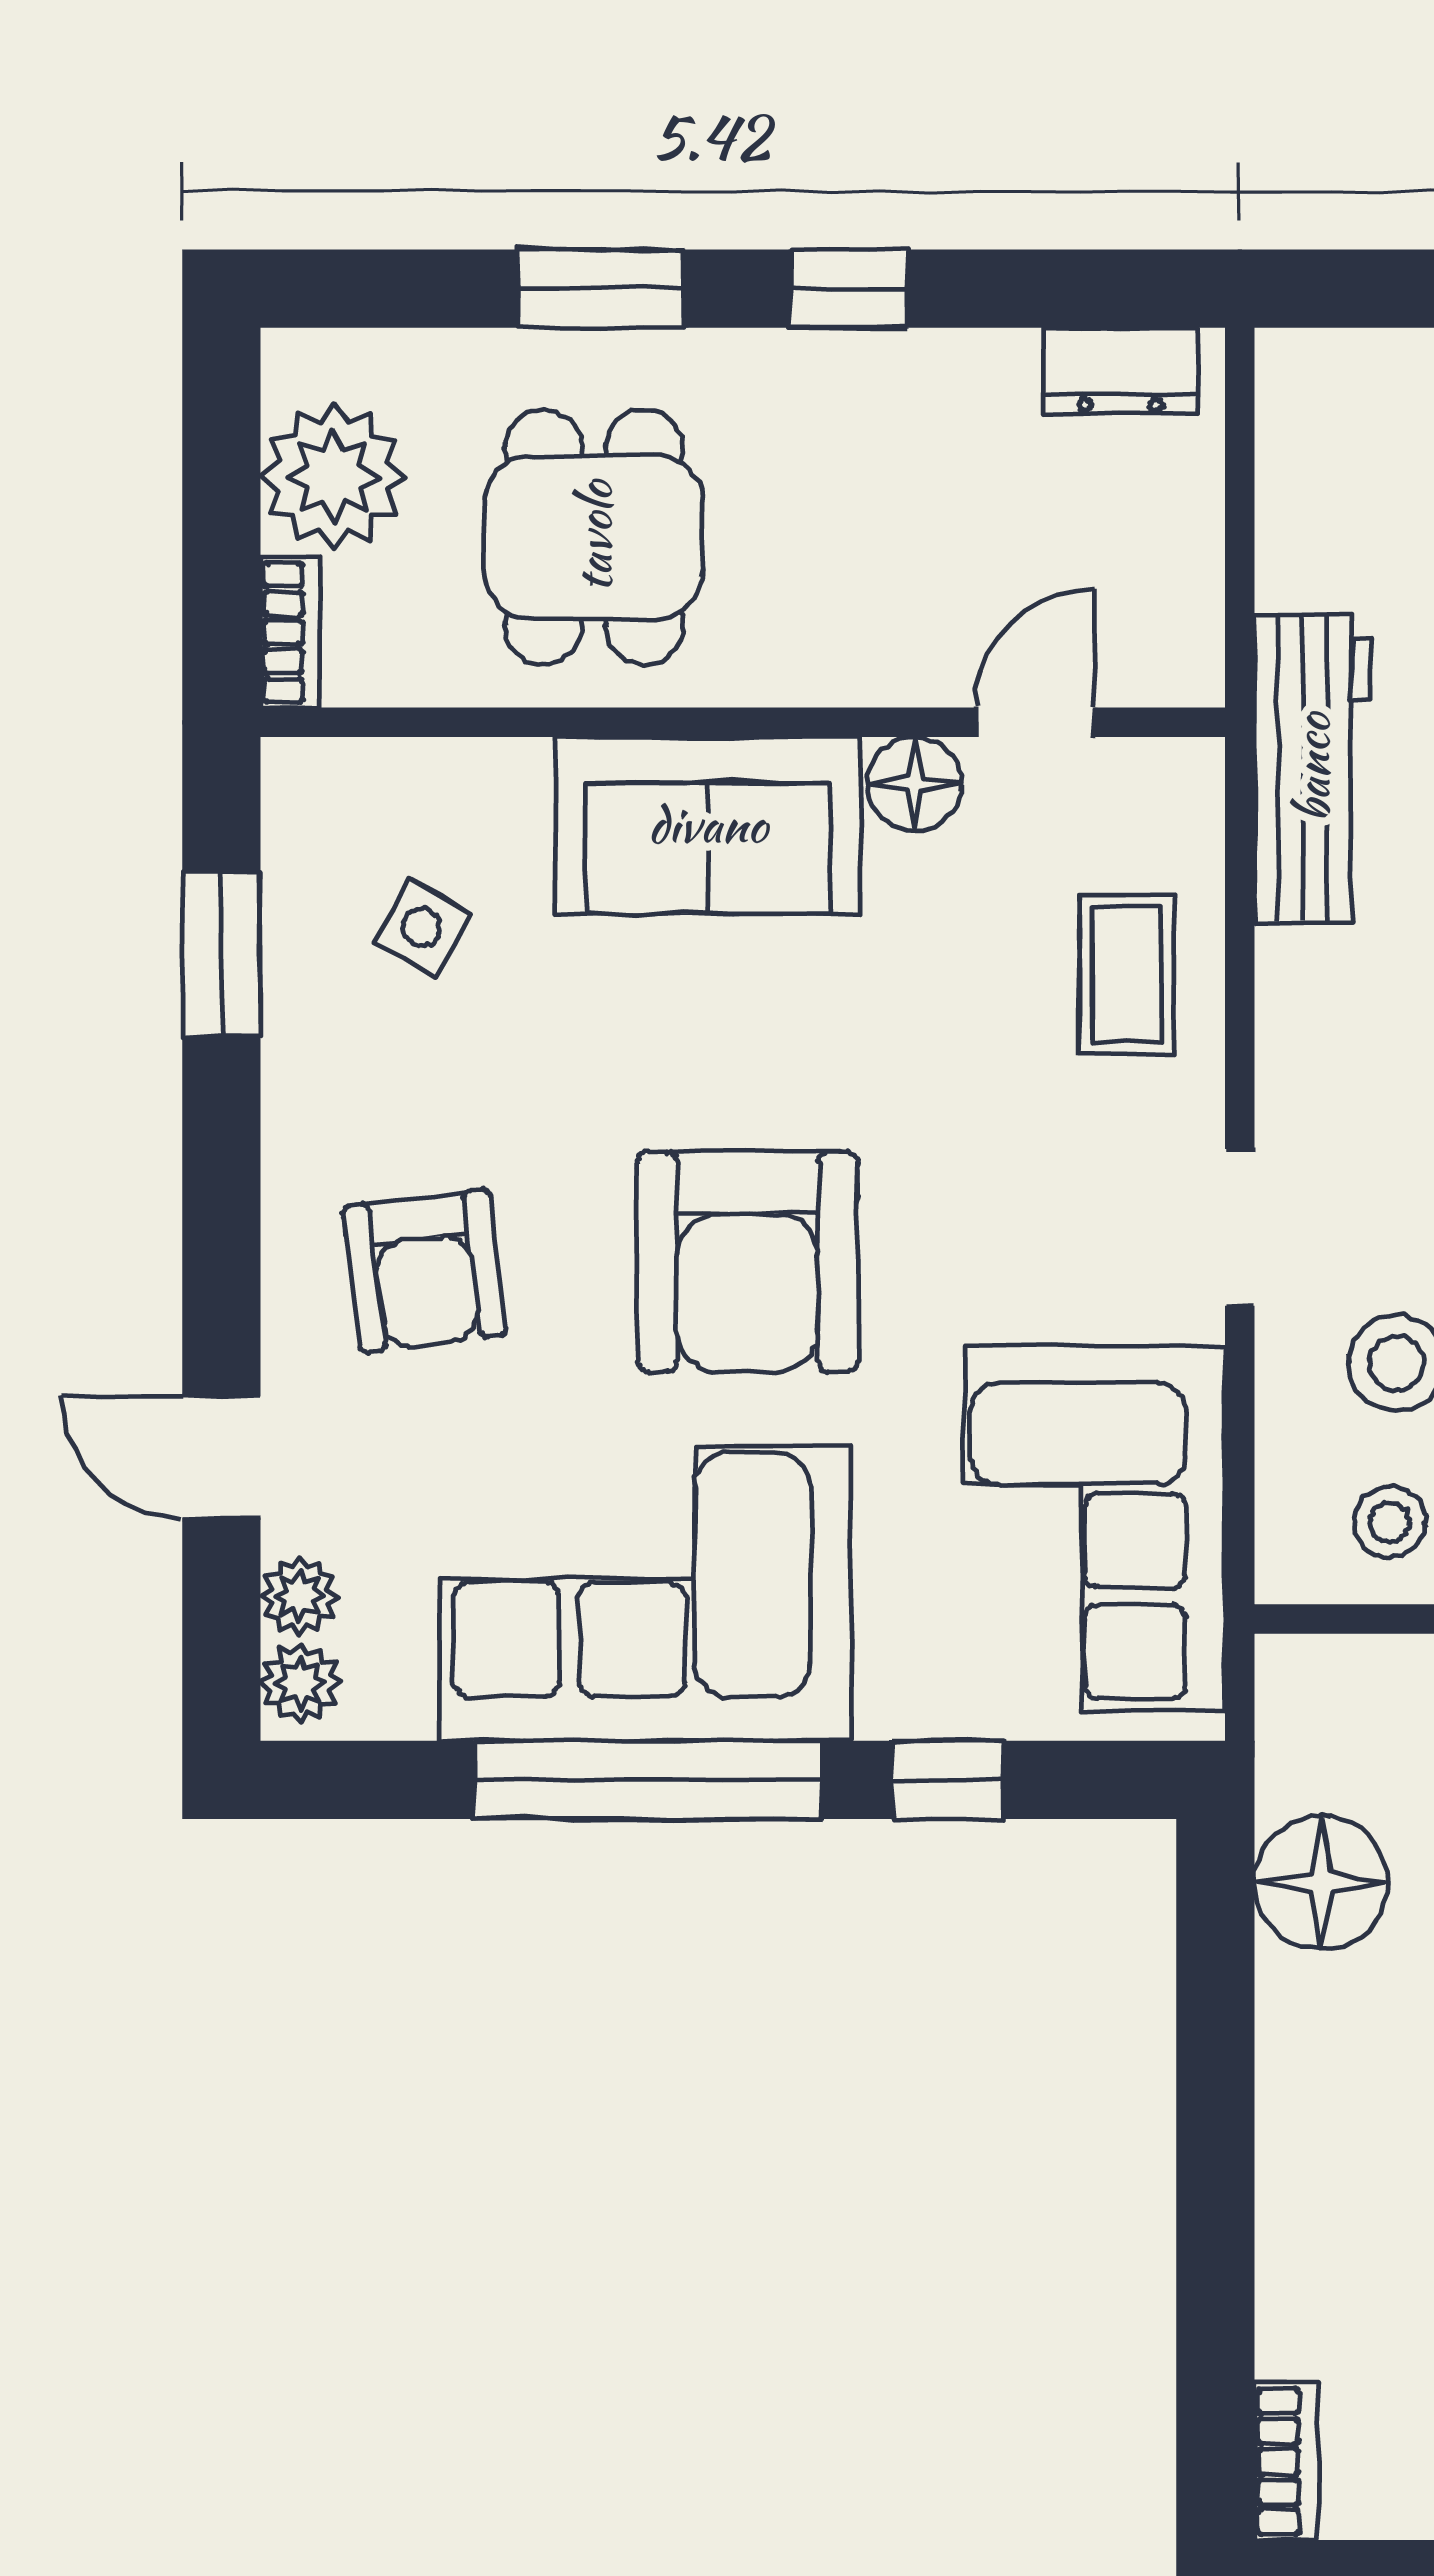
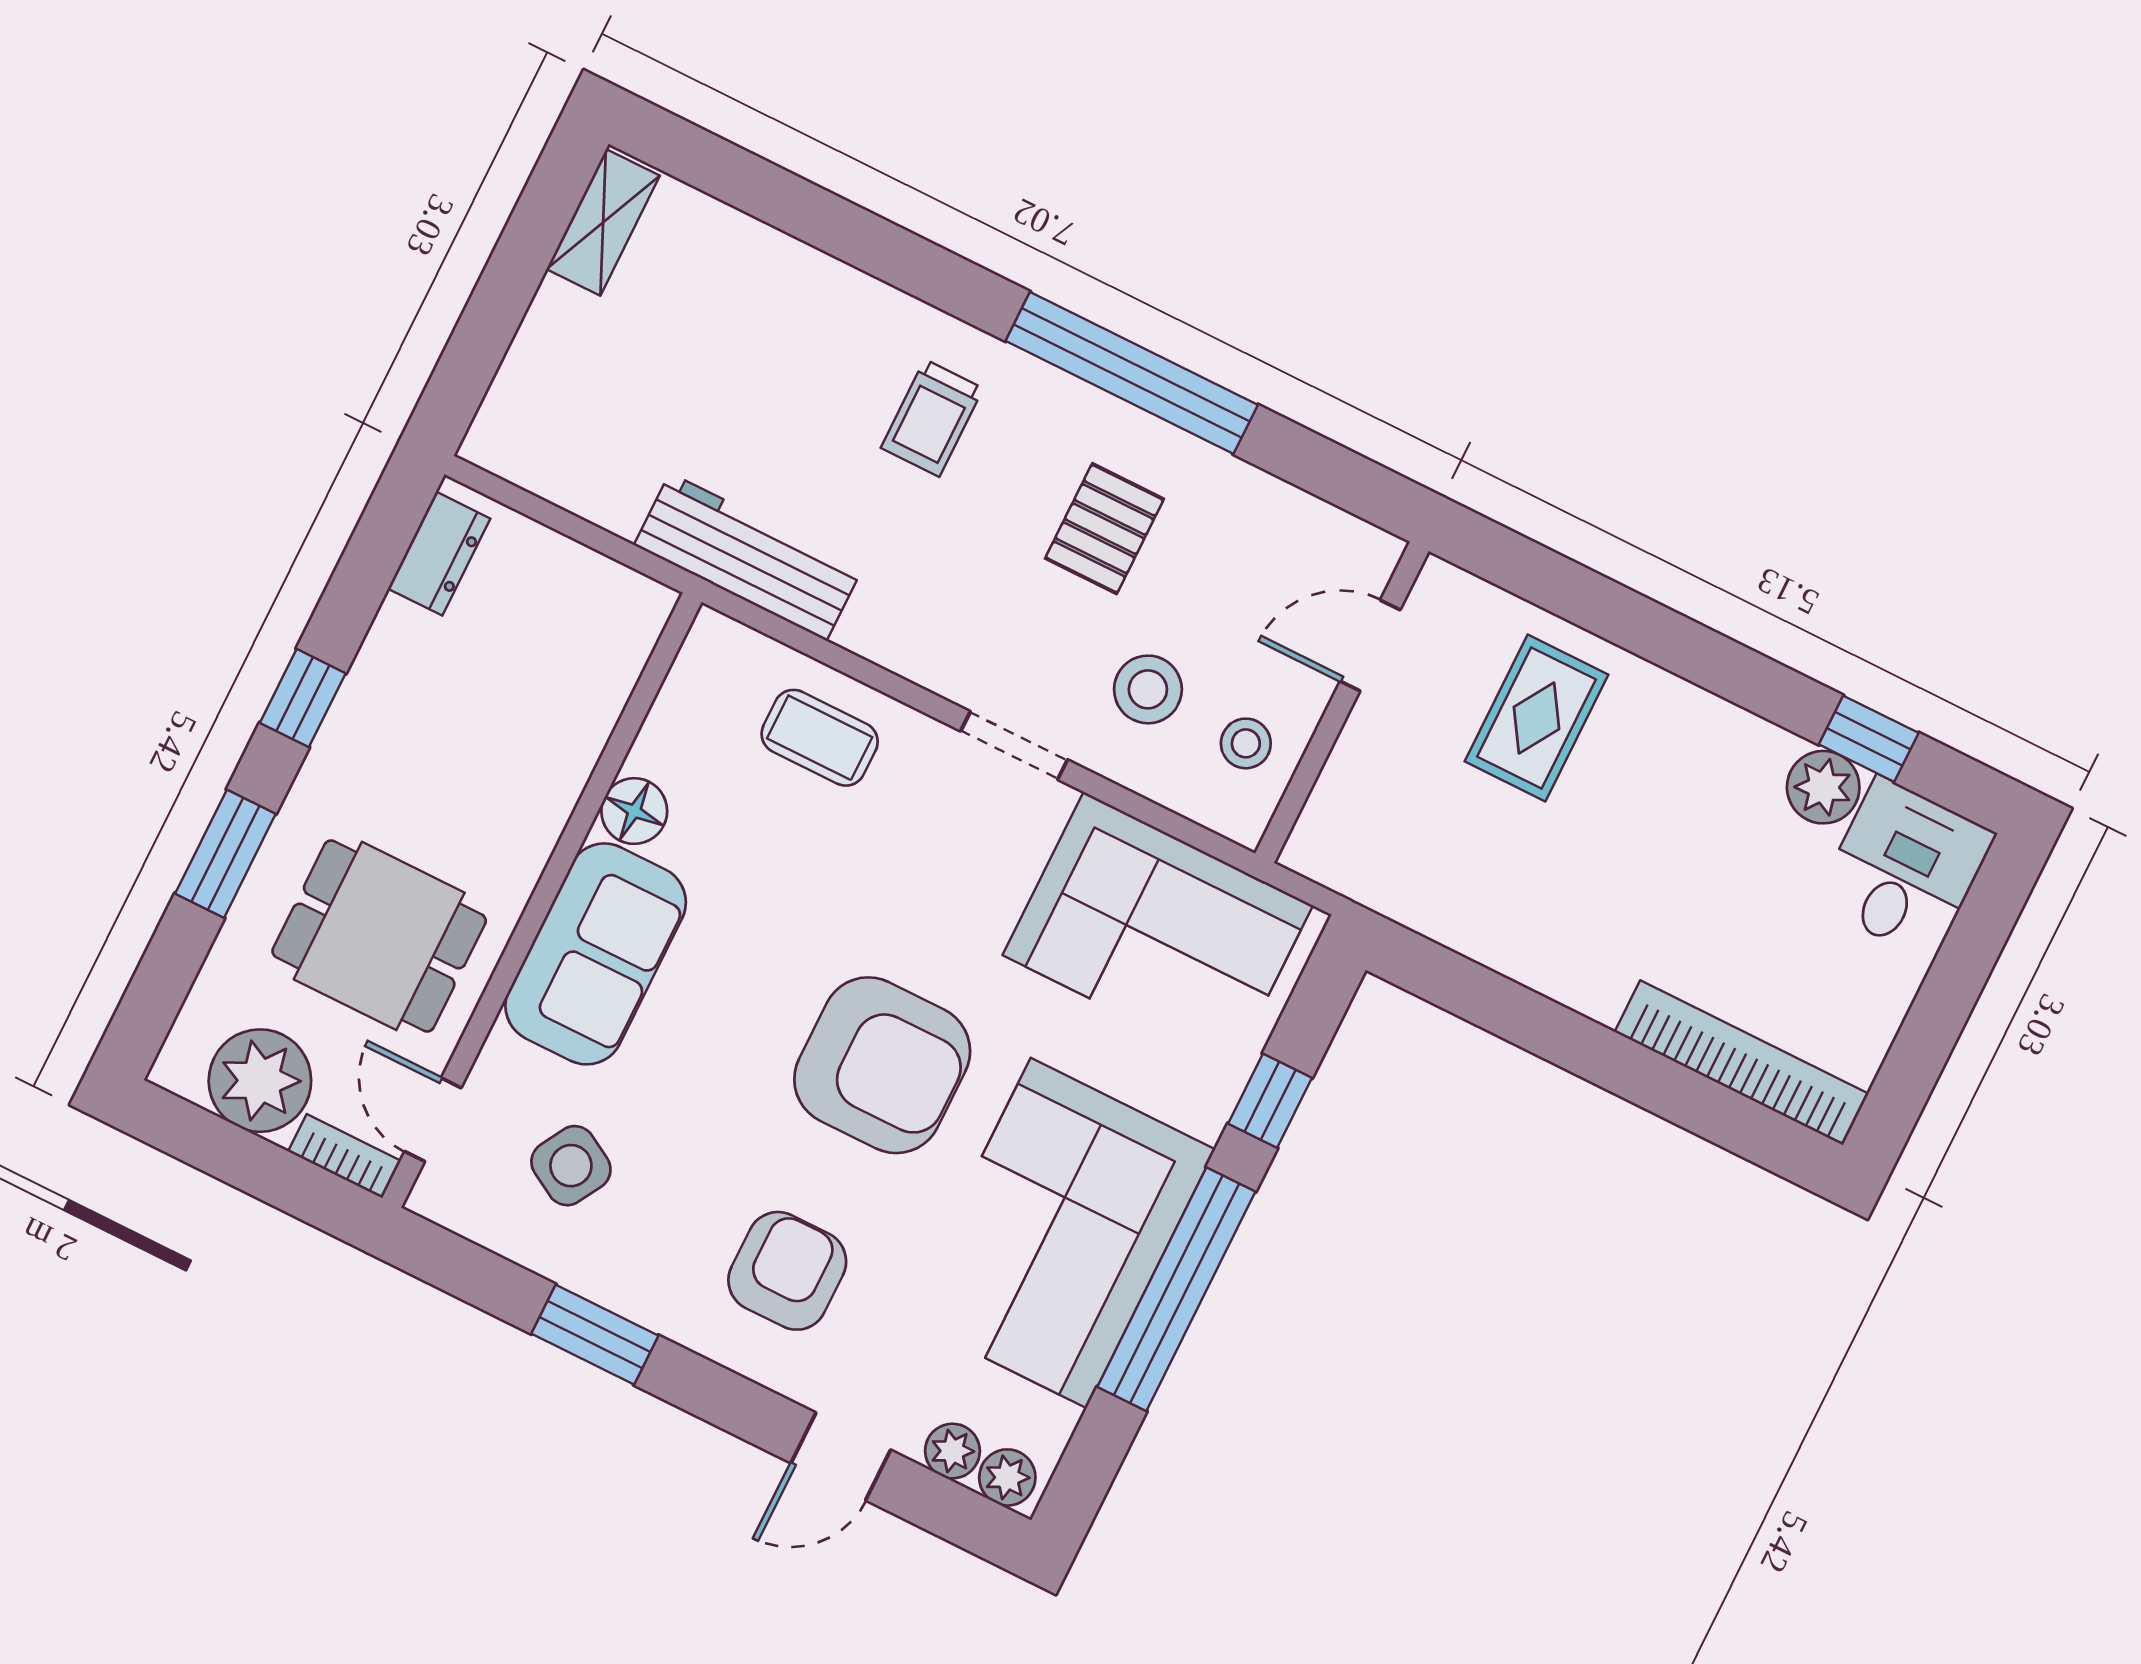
door: (1035, 722) -> (433, 1120), moved
side table: (422, 928) -> (571, 1166), width x1.37, depth x1.37
window: (221, 954) -> (595, 1335), moved
armchair: (425, 1271) -> (787, 1271), turned -83
floor lamp: (1321, 1882) -> (1451, 899), removed
bookcase: (1286, 2461) -> (1742, 1063), width x2.31, depth x1.31

